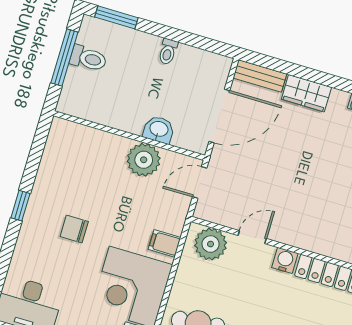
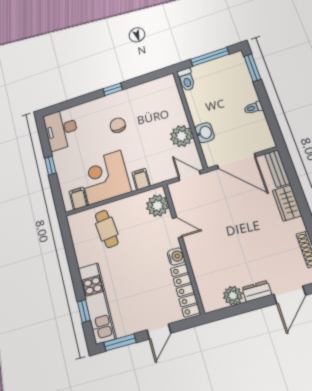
toilet: (88, 58) -> (186, 80), moved

